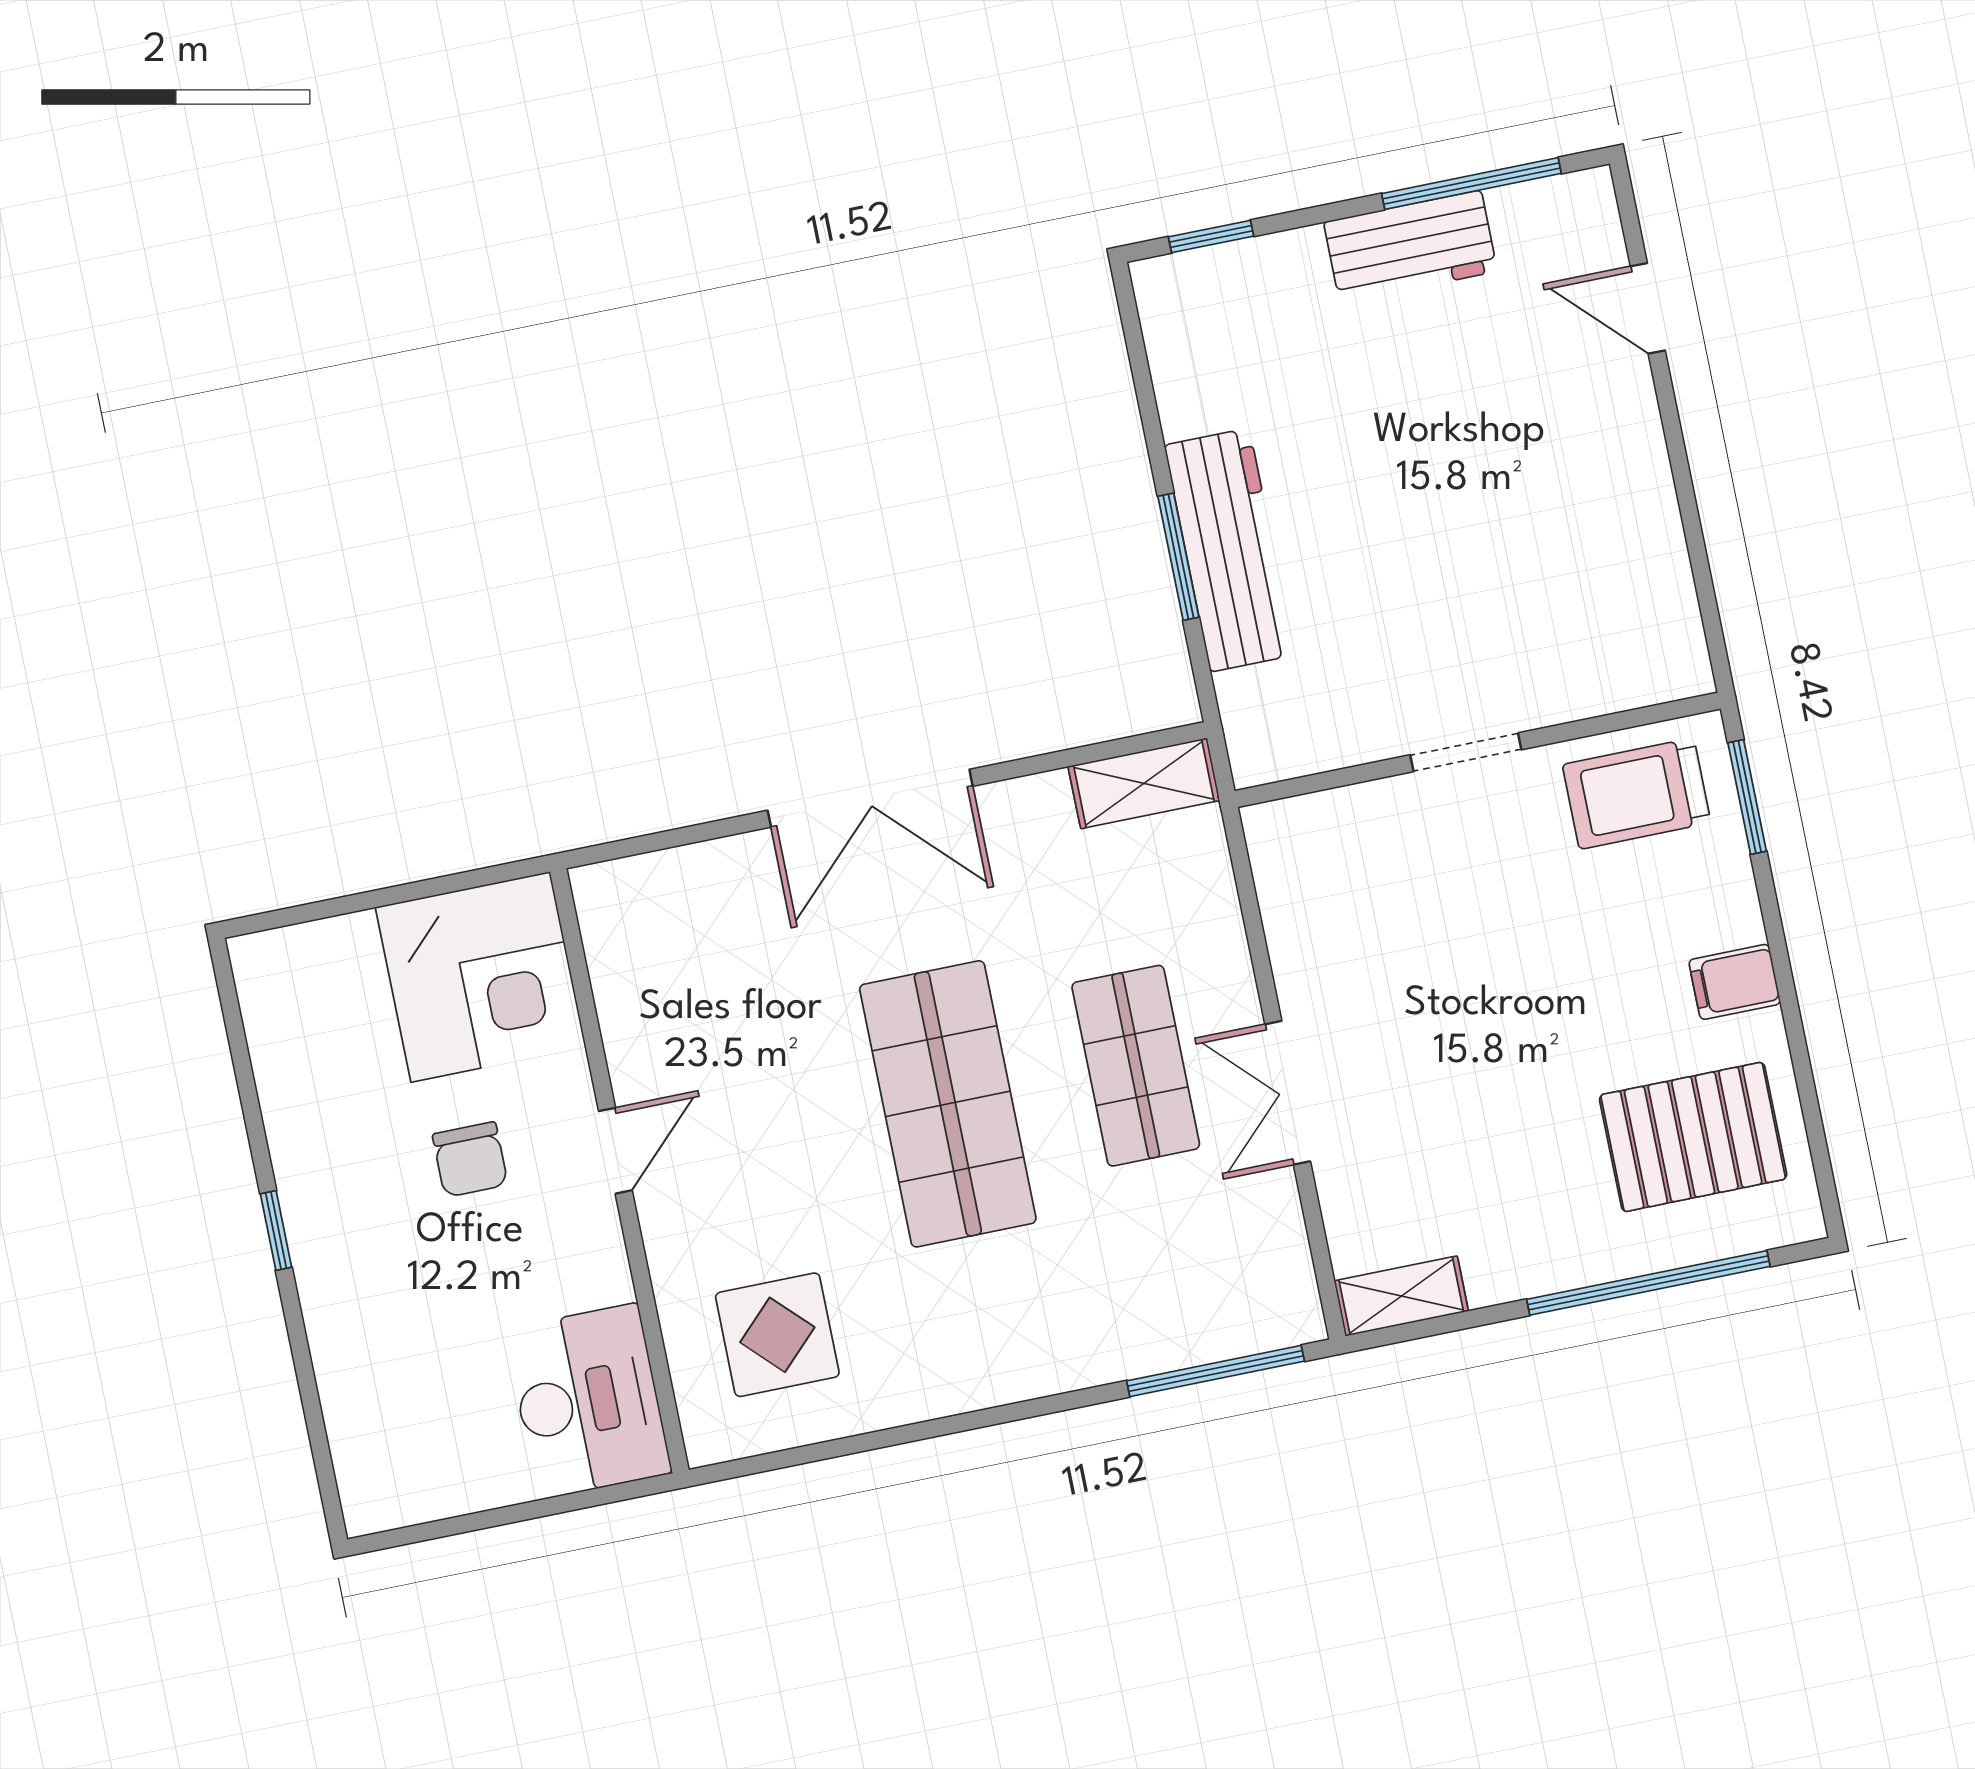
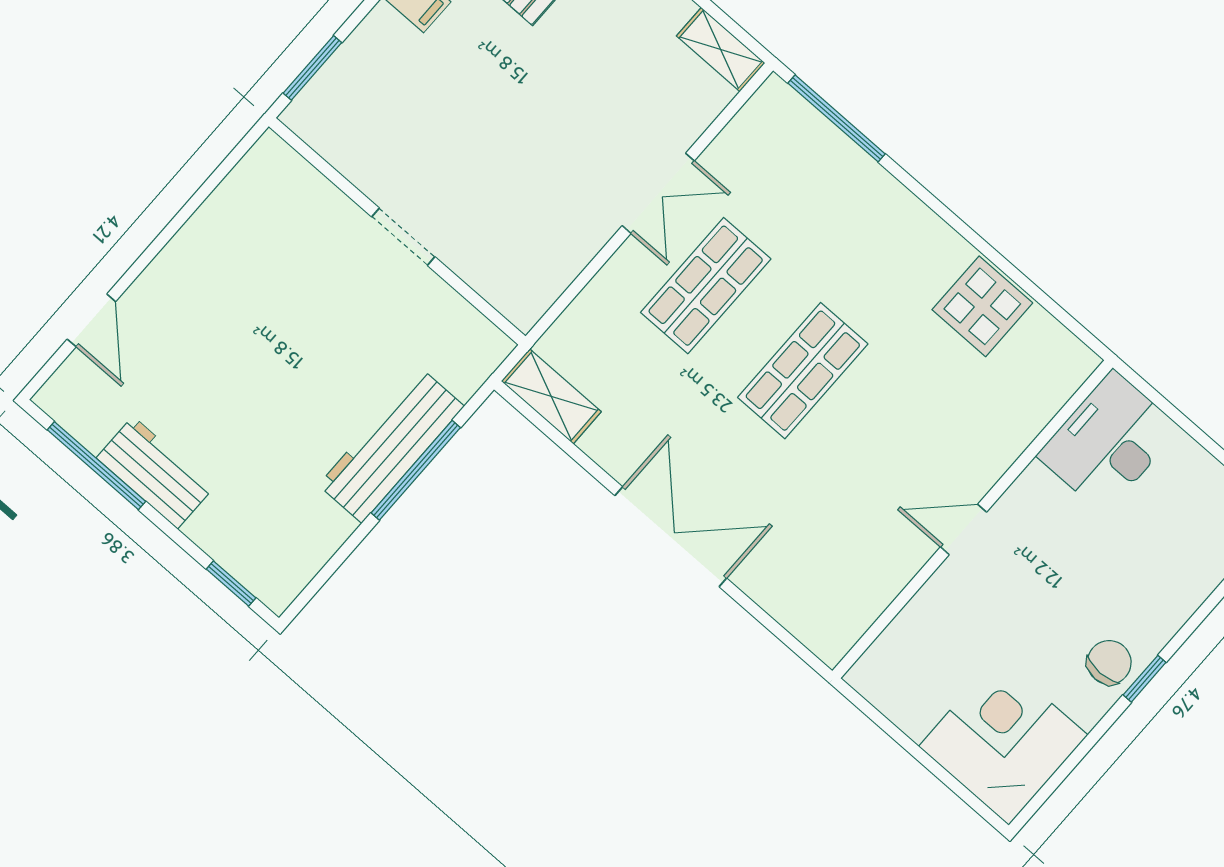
window: (1178, 557) -> (416, 470), width x1.44
trolley: (1637, 794) -> (356, 128), removed
corner desk: (481, 977) -> (1003, 741), moved
shop shelf: (948, 1104) -> (803, 371), width x0.70, depth x0.74
chair: (470, 1159) -> (1109, 662), moved
display table: (777, 1335) -> (982, 306), moved

